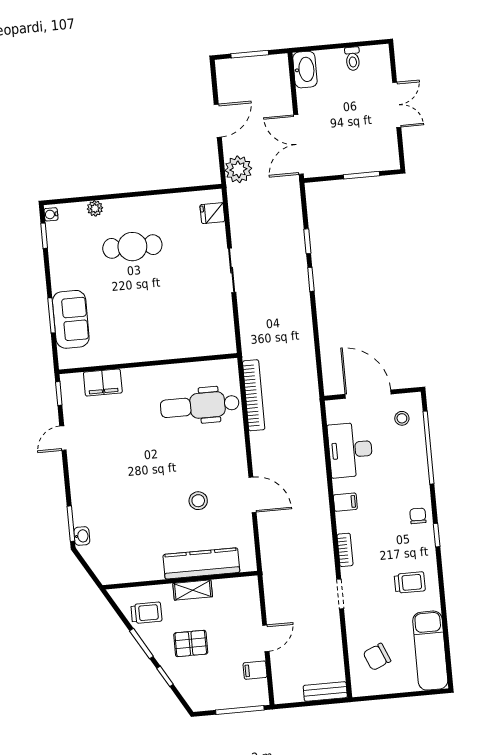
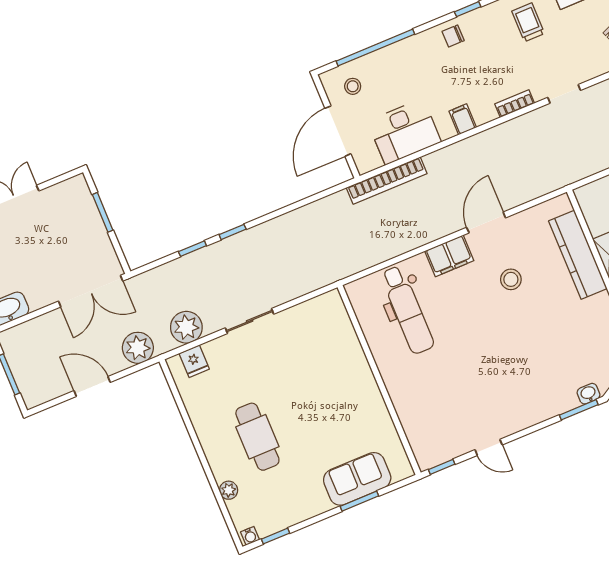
plant: (243, 215) -> (186, 327), added
filing cabinet: (103, 383) -> (449, 256), moved, turned 90
bookcase: (254, 395) -> (387, 181), moved, turned 180

